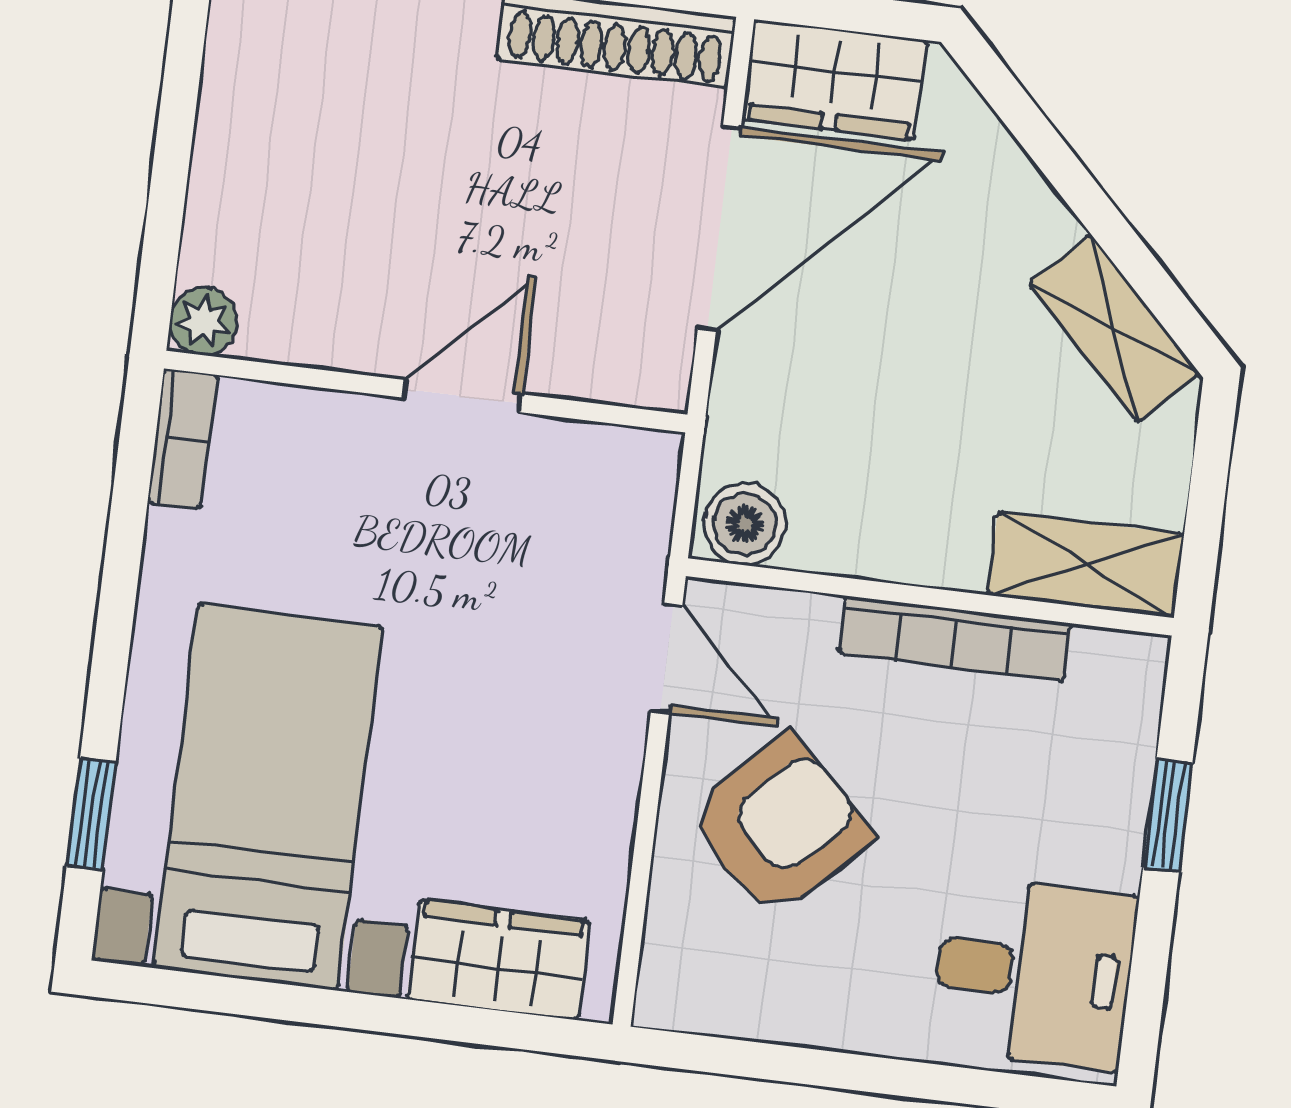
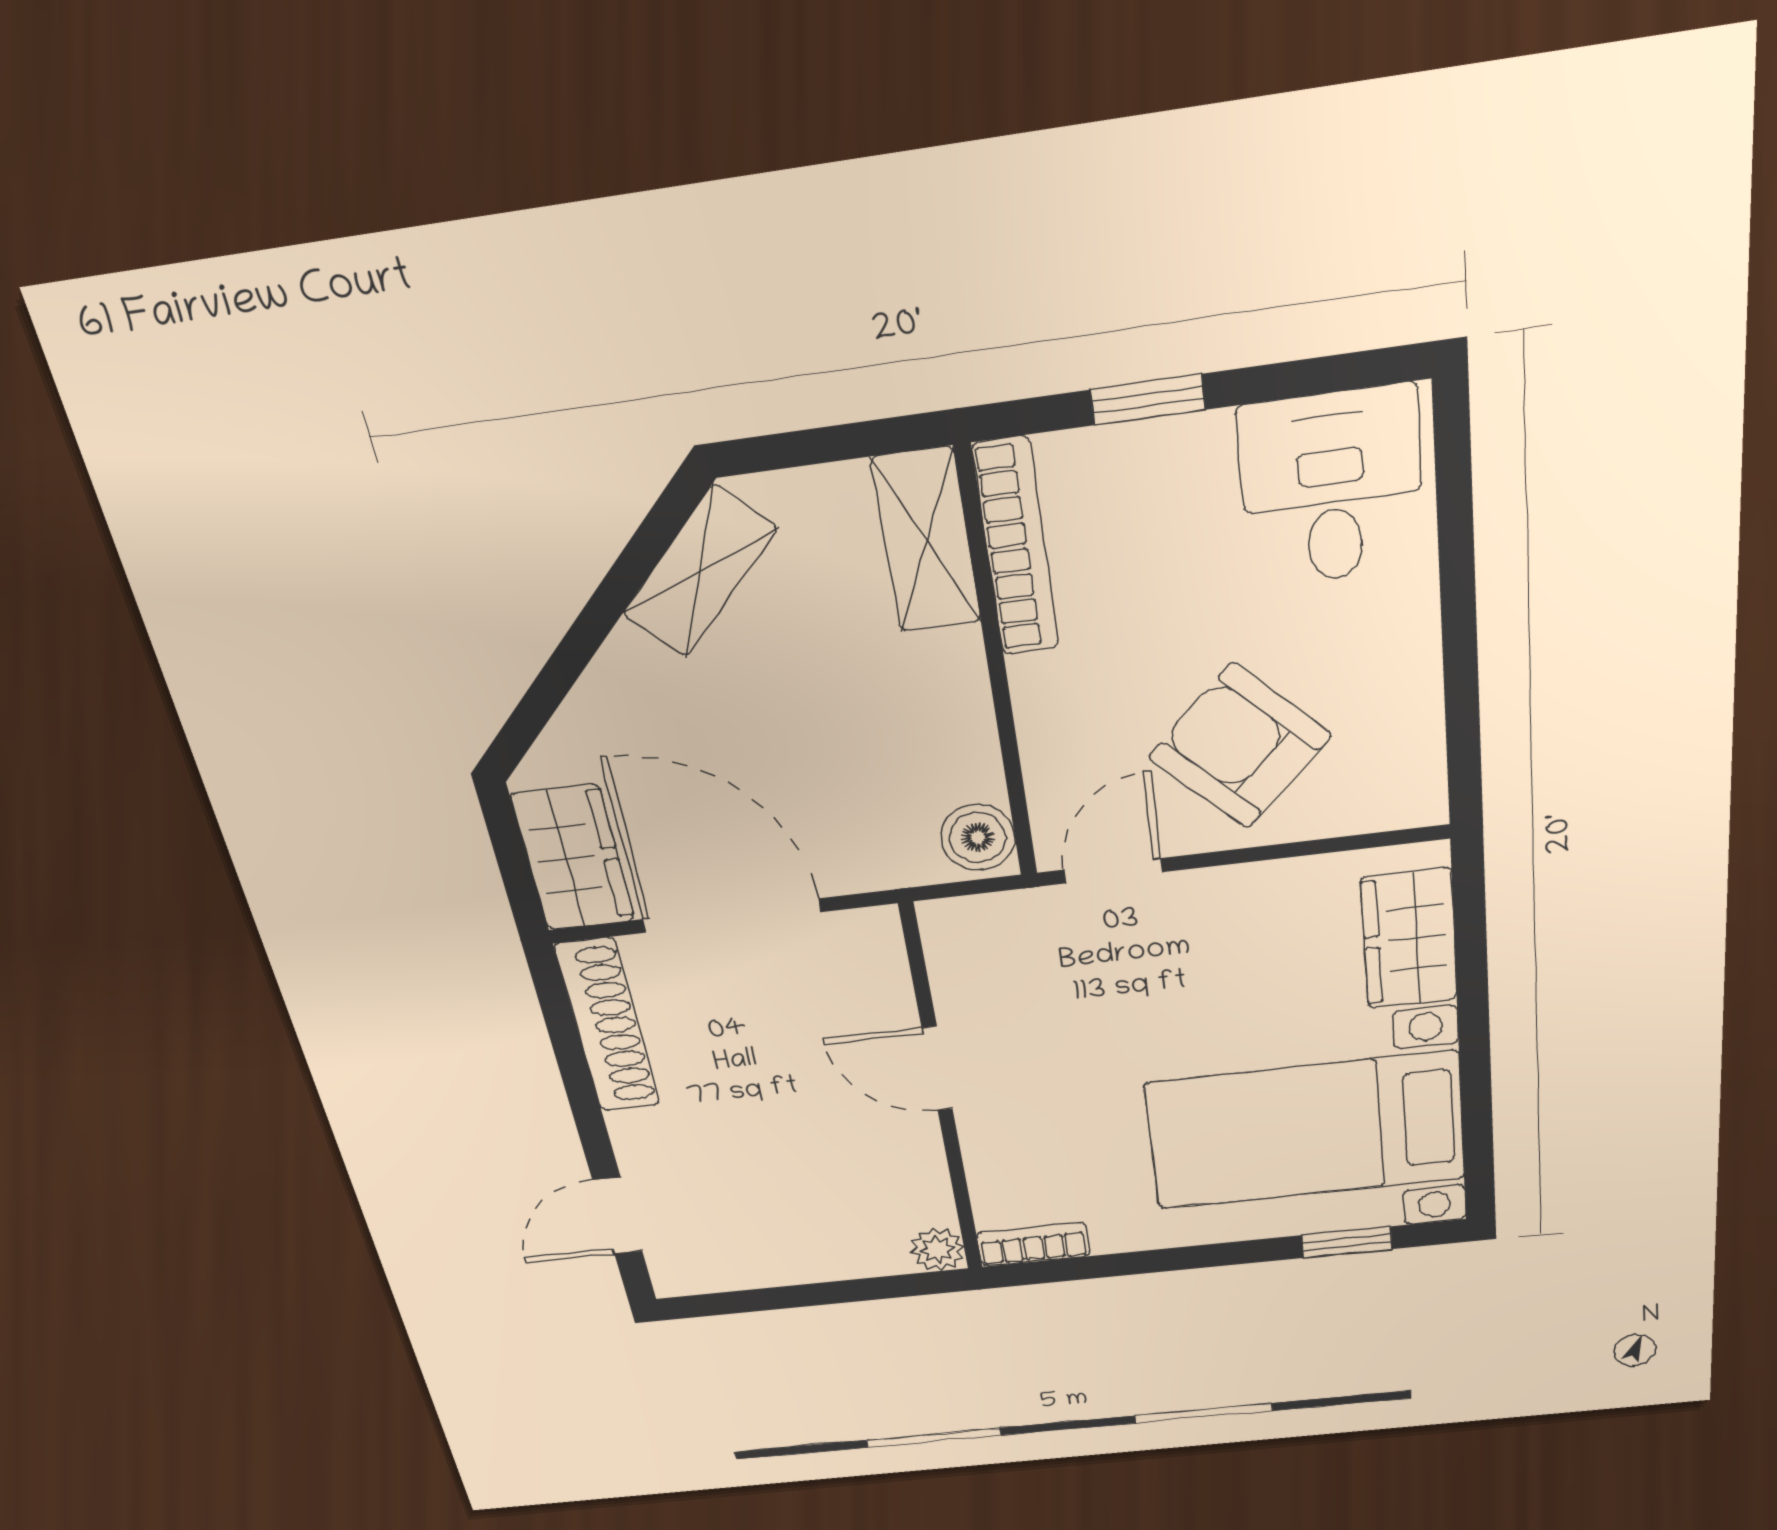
bookcase: (955, 638) -> (1016, 547), moved

